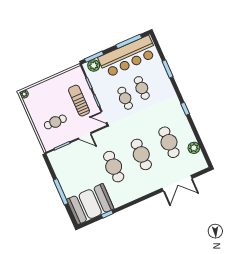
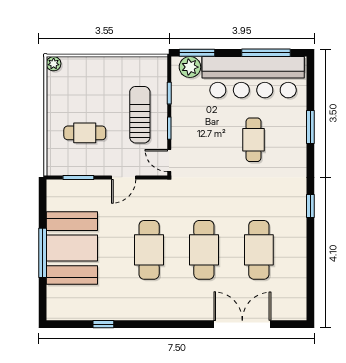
cafe table: (125, 98) -> (218, 145), removed
door: (85, 136) -> (124, 177), hinge flipped
plant: (194, 148) -> (296, 277), removed
double door: (177, 183) -> (242, 324), swing flipped
booth: (90, 204) -> (72, 248), moved, turned 90

